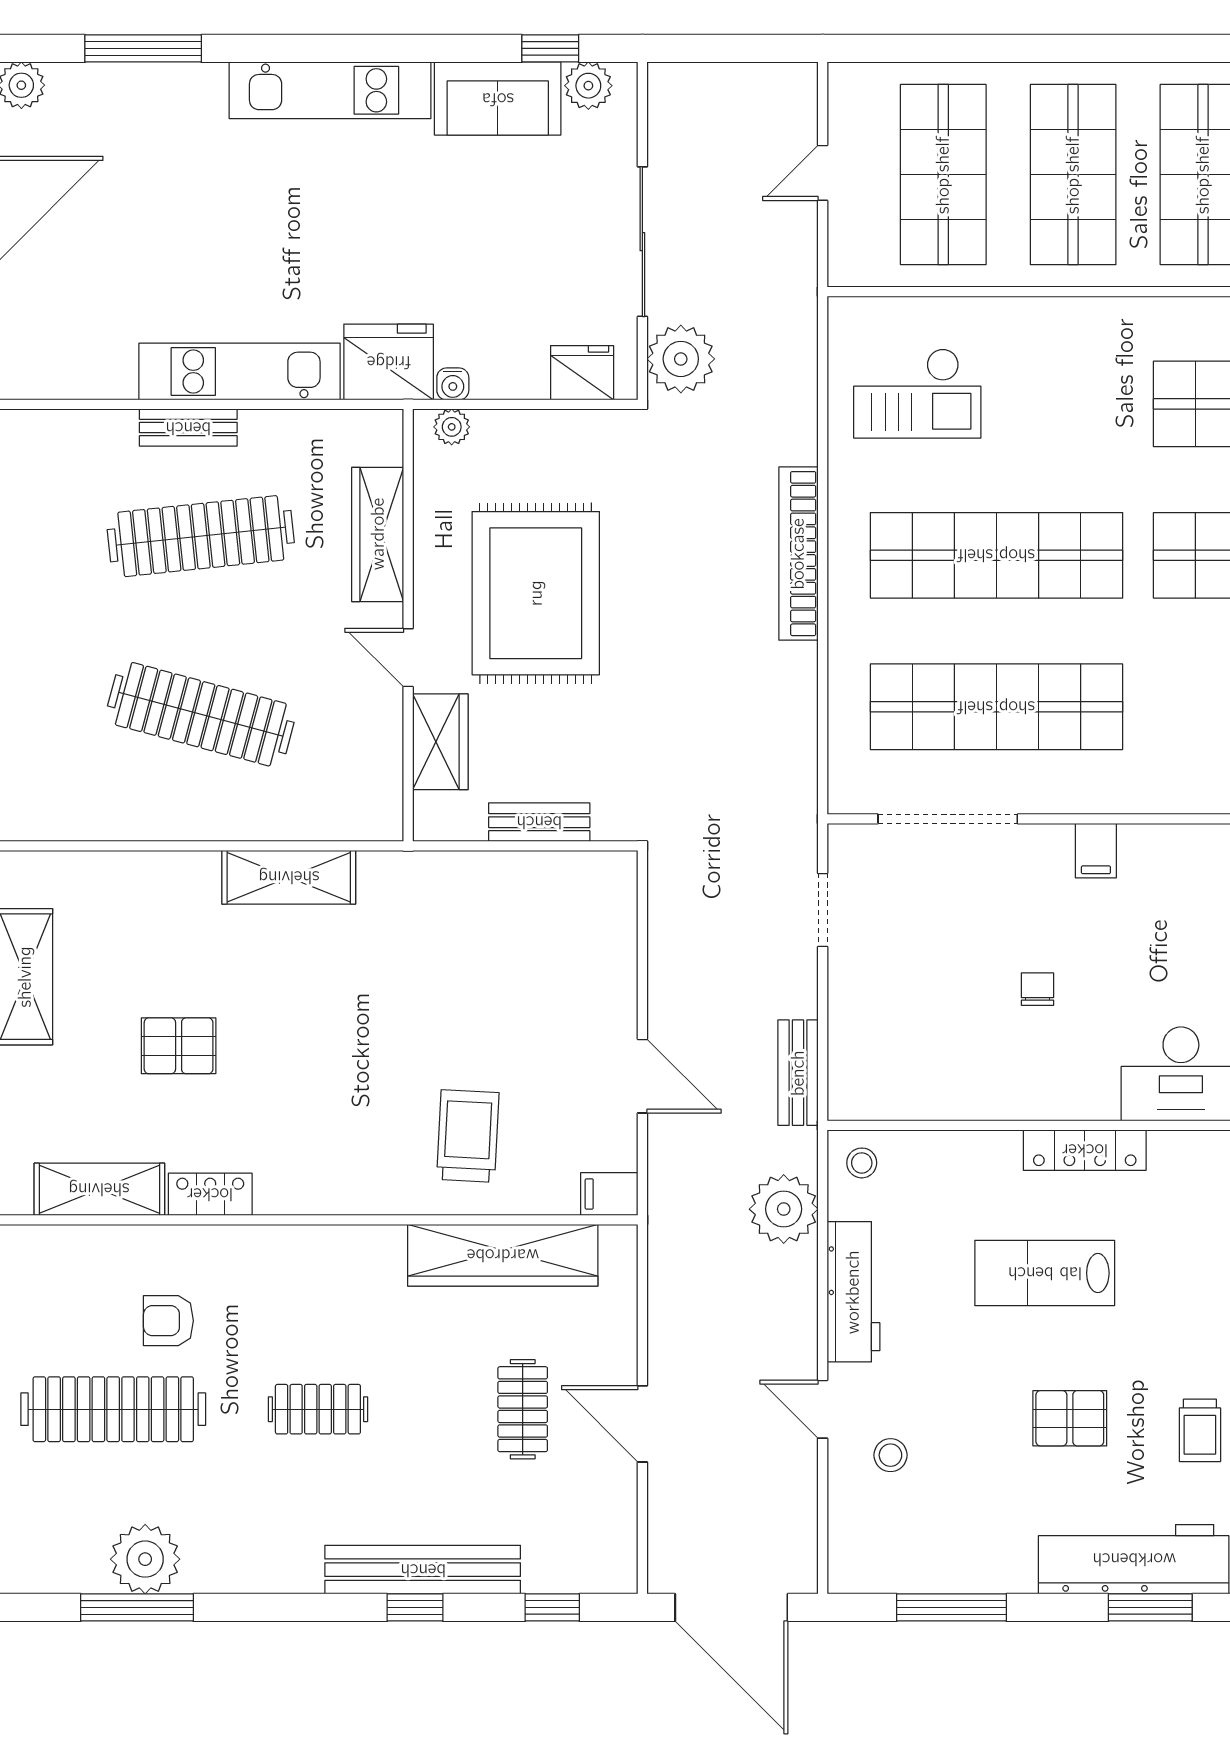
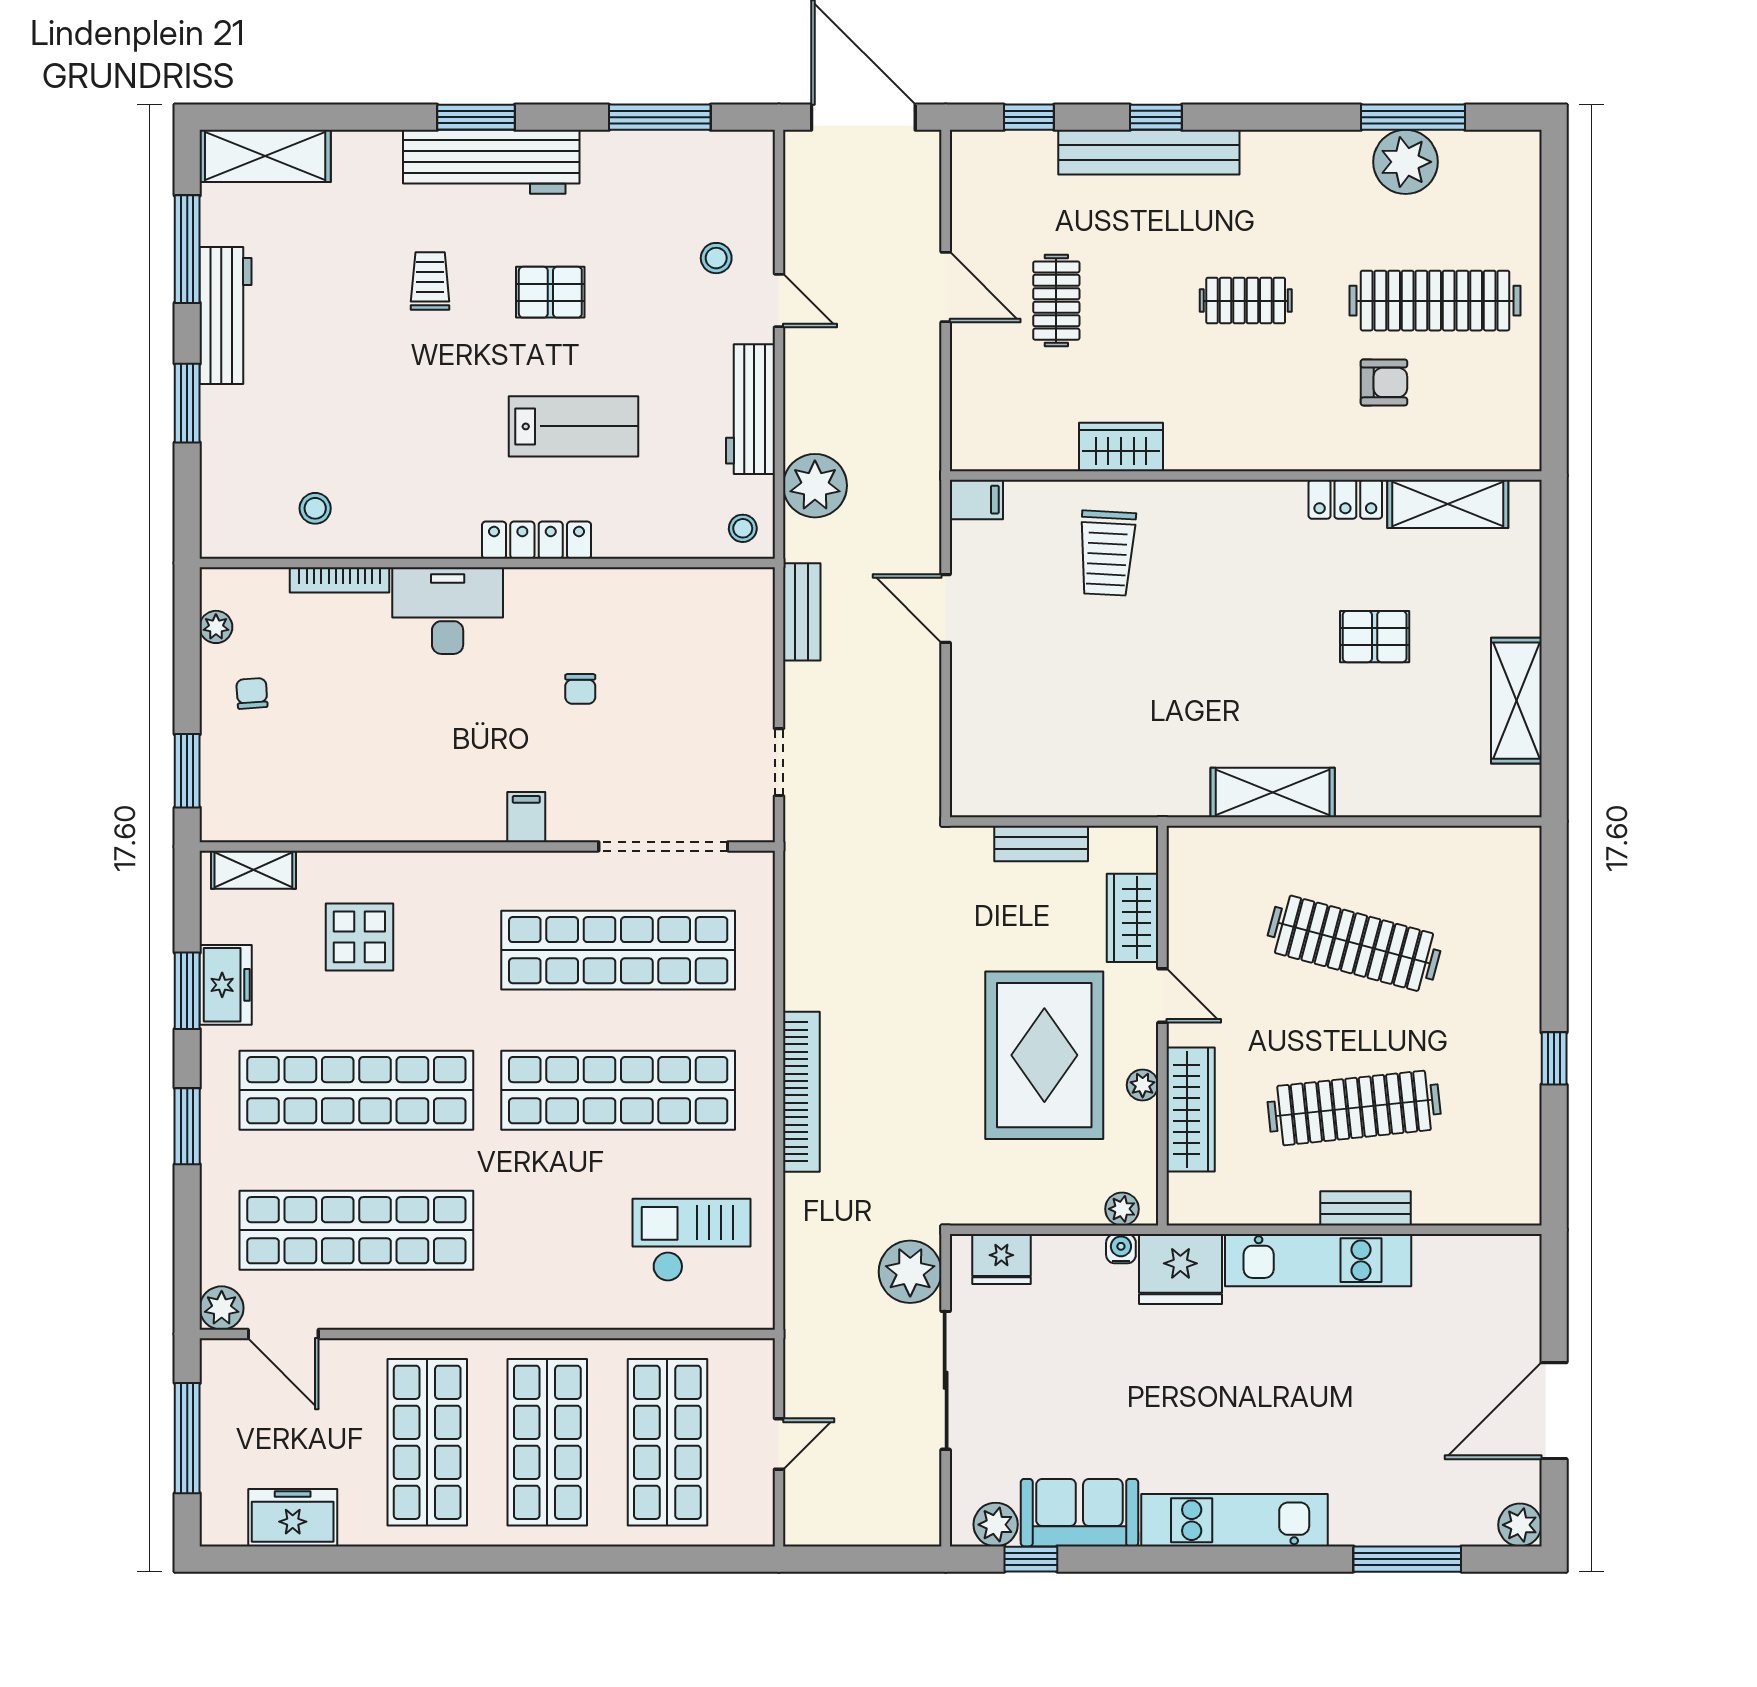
plant: (430, 561) -> (1143, 1085), added
wardrobe: (503, 1255) -> (1121, 447), width x0.48, depth x0.85

